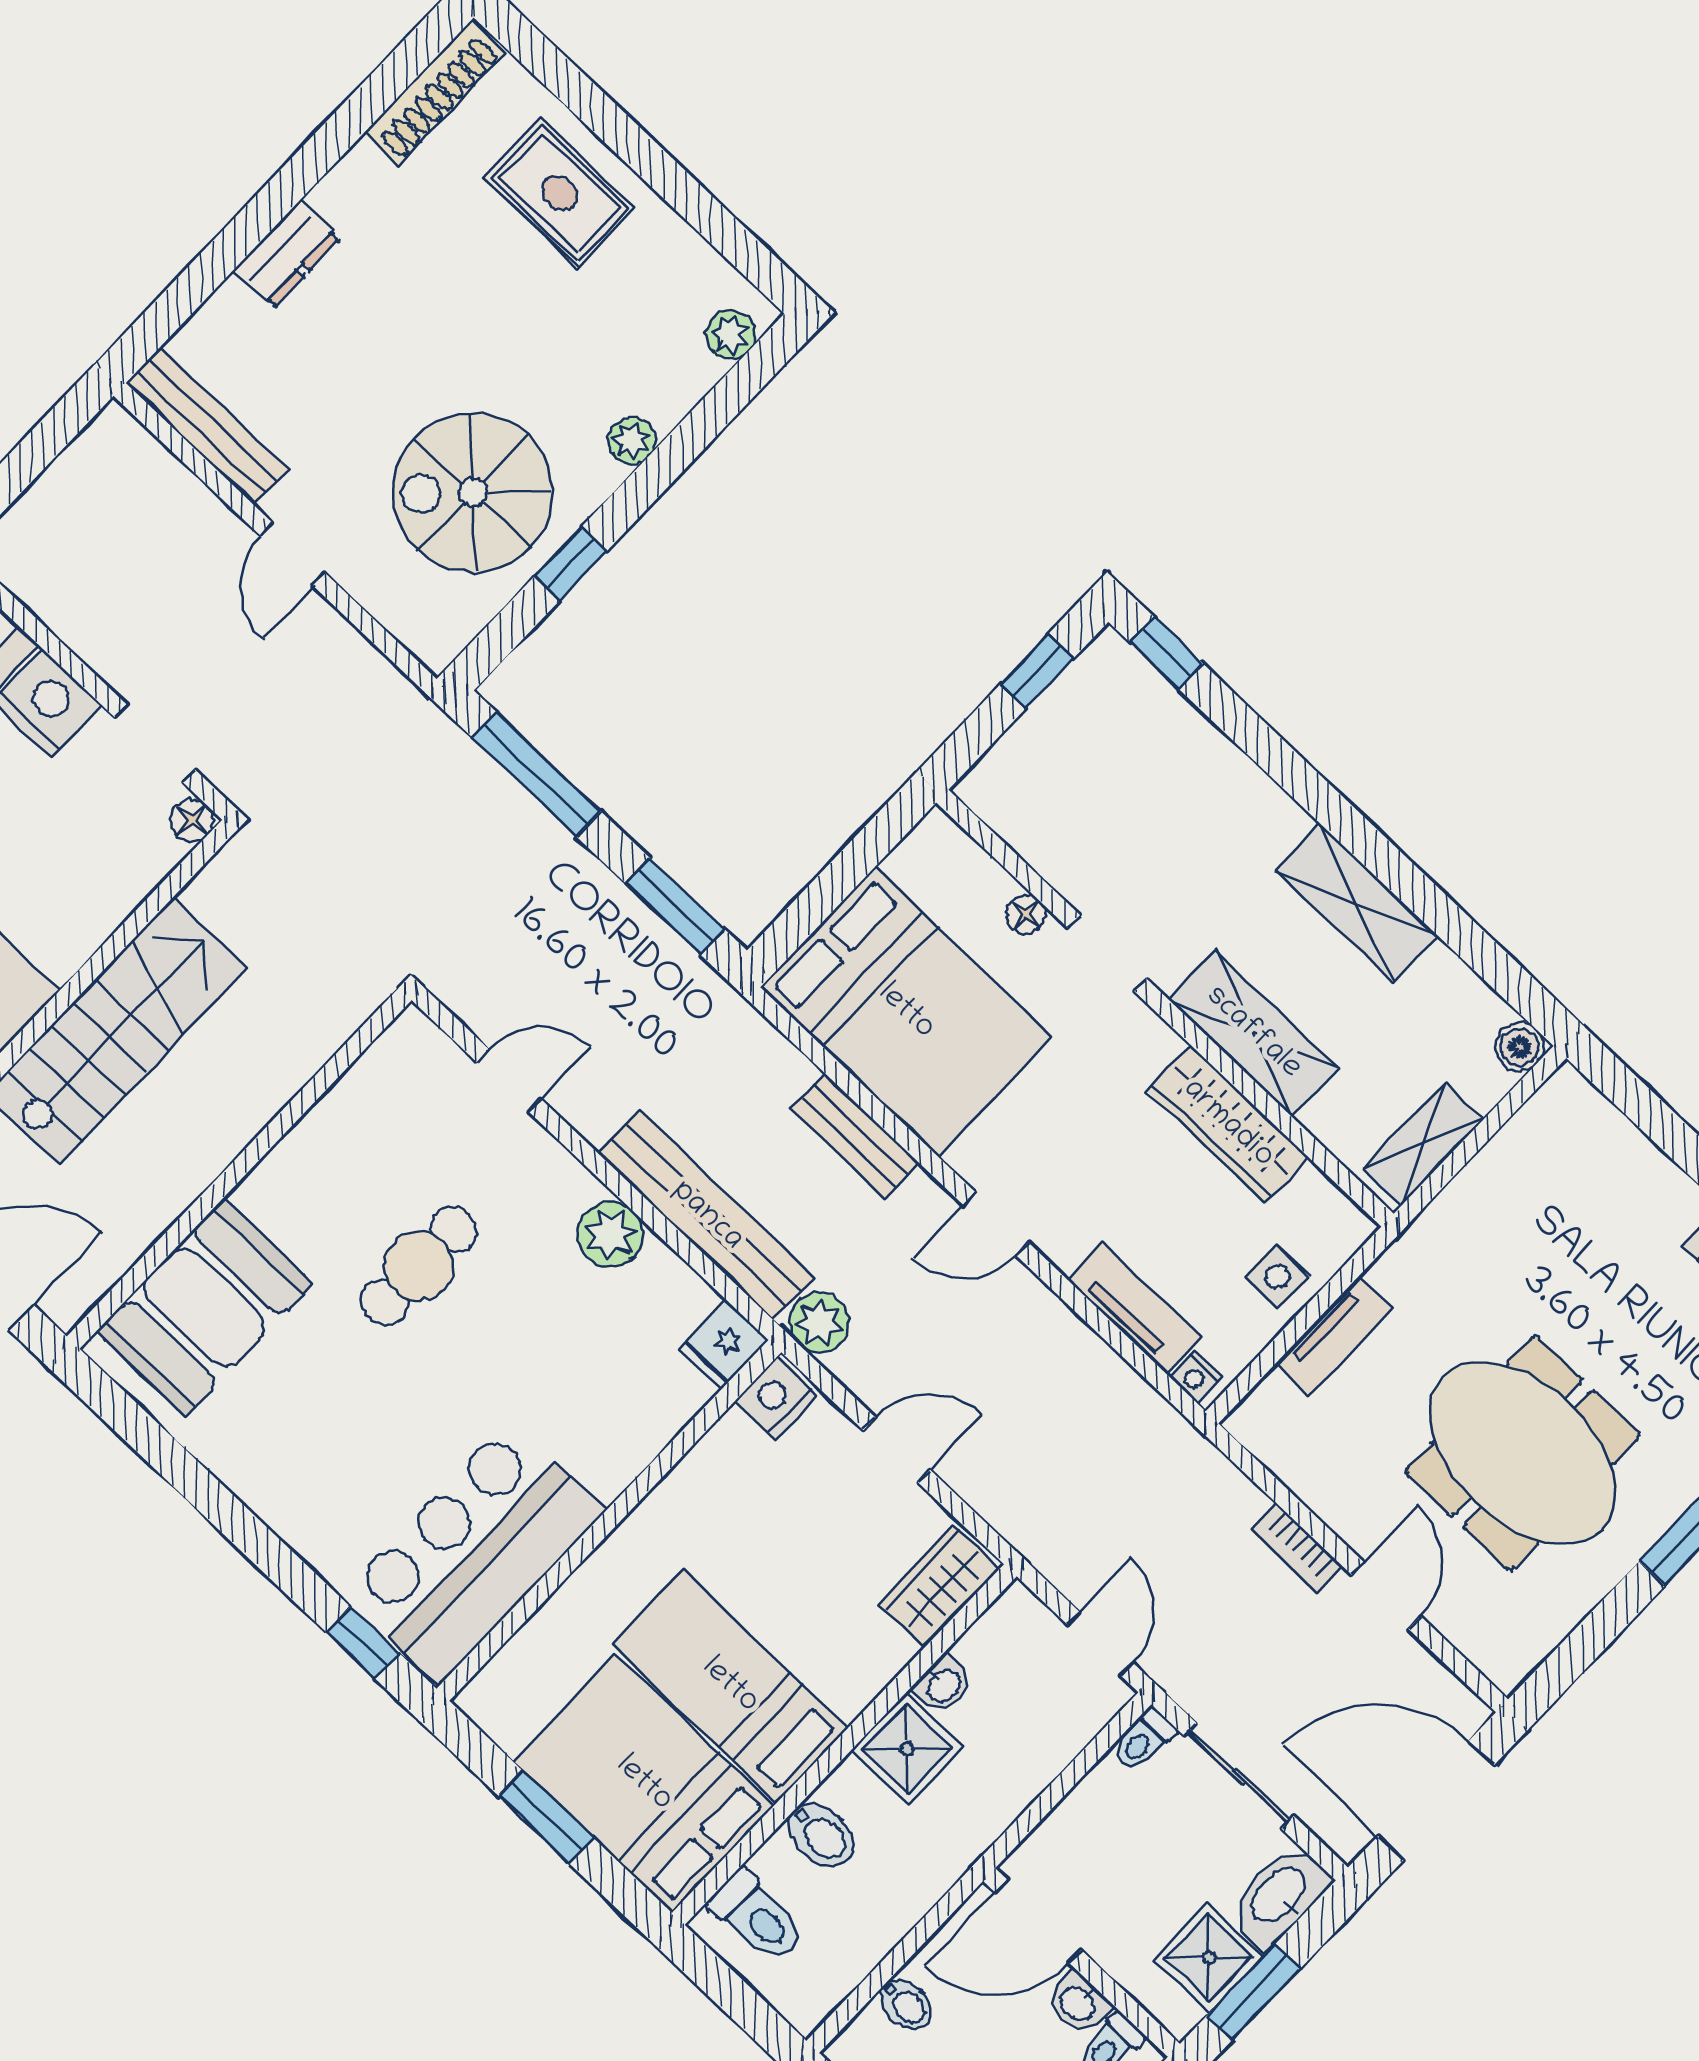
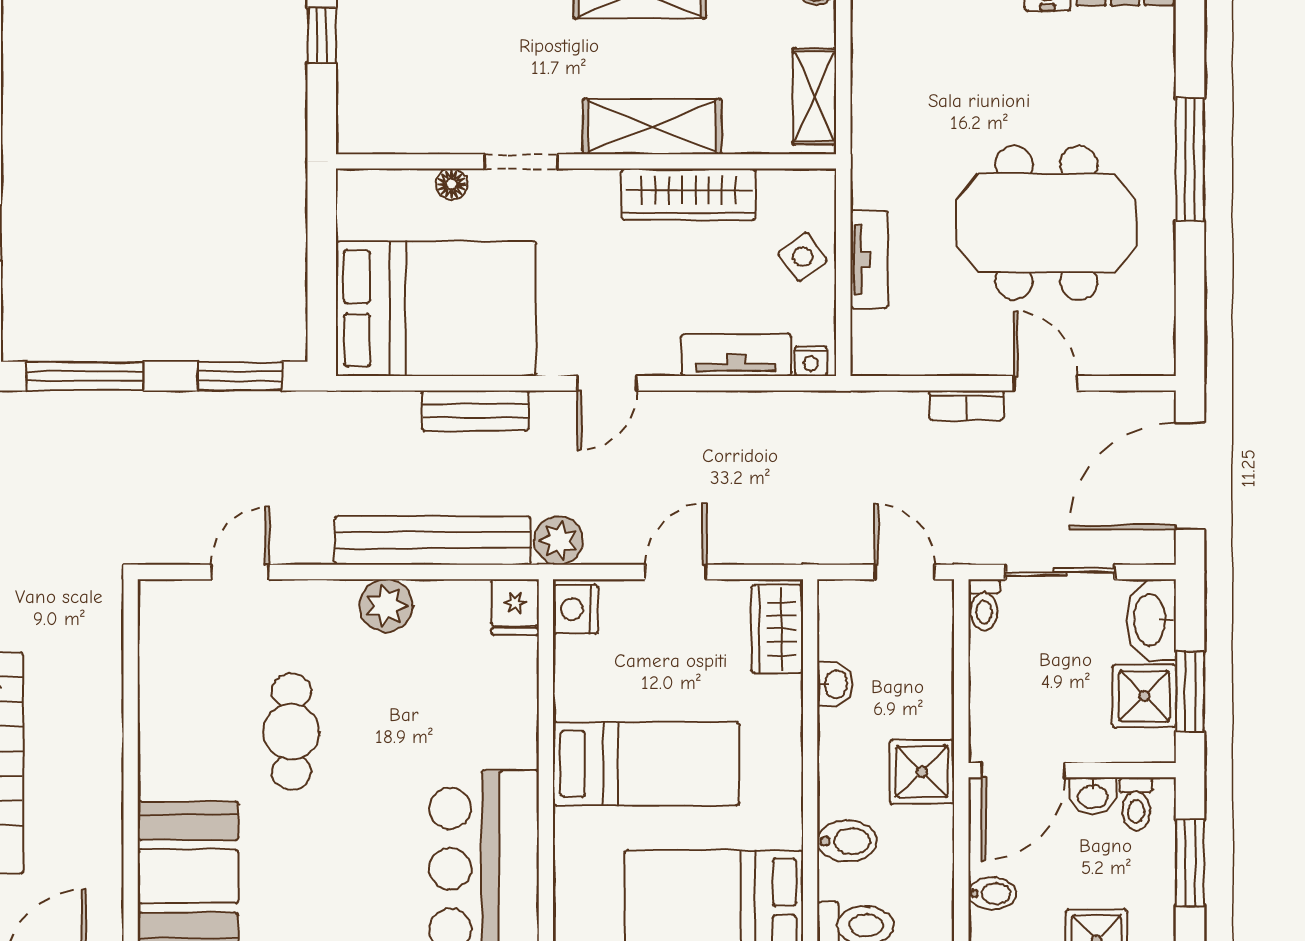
side table: (1277, 1277) -> (803, 257), turned -36
bed: (730, 1686) -> (646, 764), moved, turned 180
shower: (907, 1749) -> (922, 772), moved

